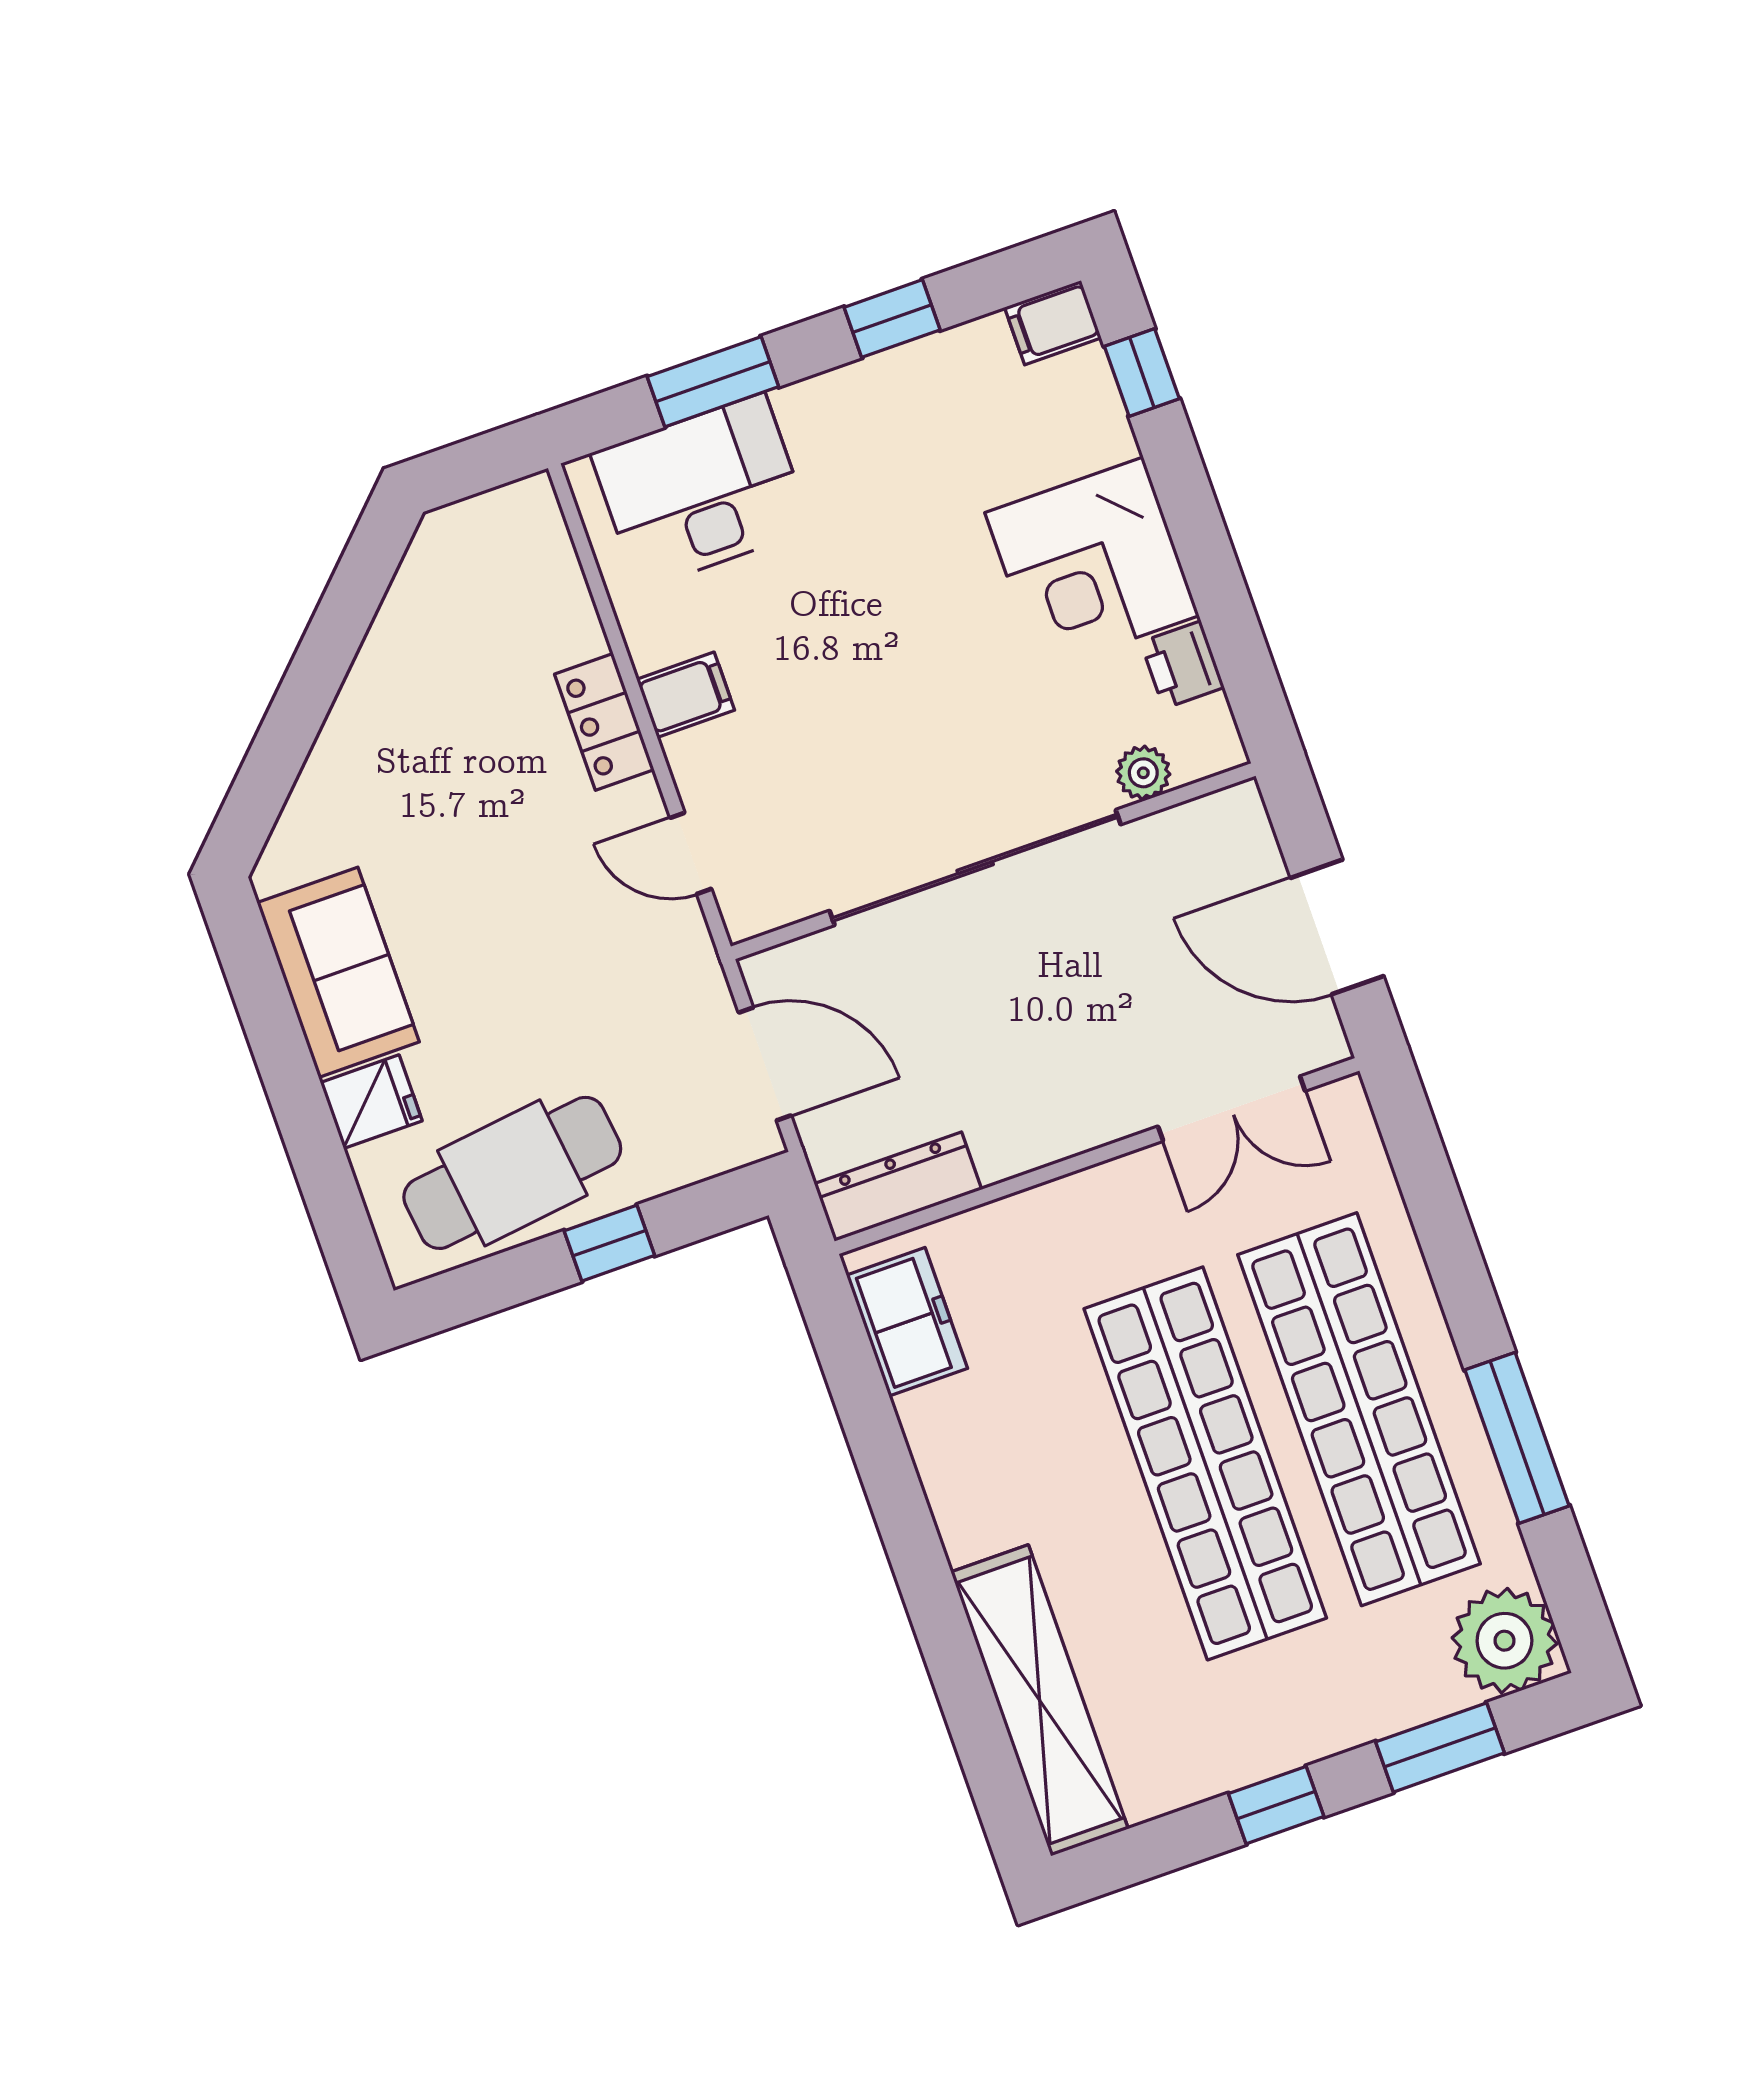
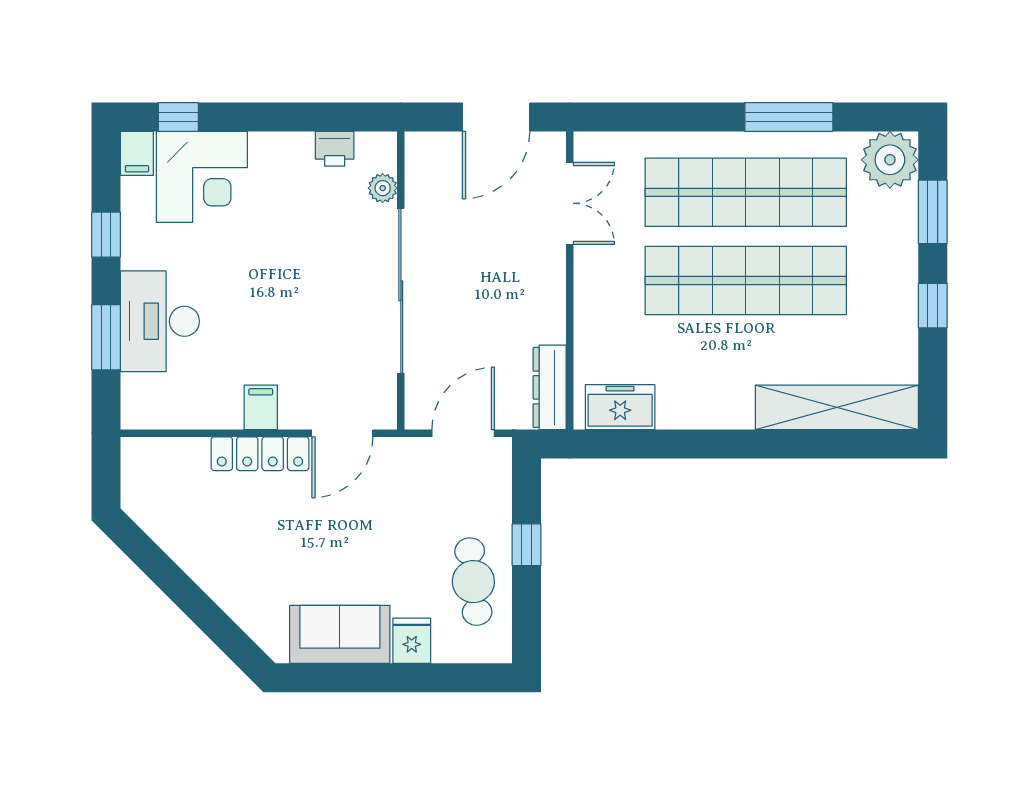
desk: (701, 491) -> (160, 321), moved
corner desk: (1092, 564) -> (202, 177), moved
locker: (604, 722) -> (260, 454), width x1.53
door: (691, 853) -> (342, 433), width x1.38
cafe table: (512, 1173) -> (473, 582), width x0.73, depth x0.74

